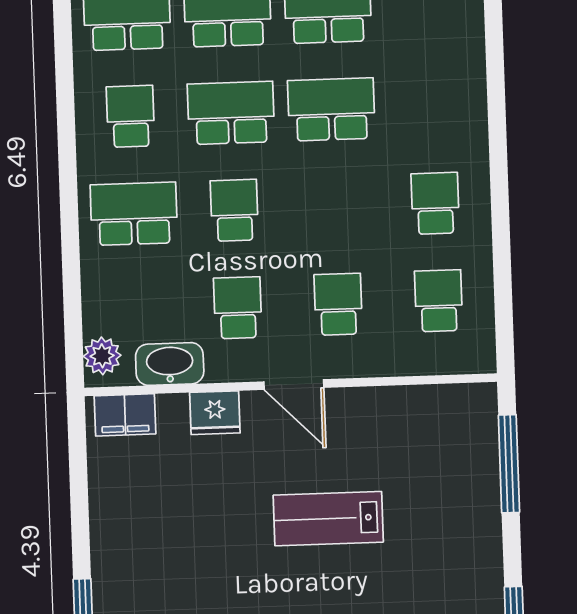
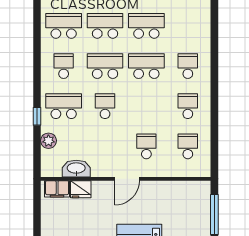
window: (70, 240) -> (37, 116), added
school desk: (238, 308) -> (188, 66), moved
plant: (102, 356) -> (48, 141), moved
door: (294, 385) -> (127, 179), hinge flipped
fridge: (215, 413) -> (81, 189), moved

